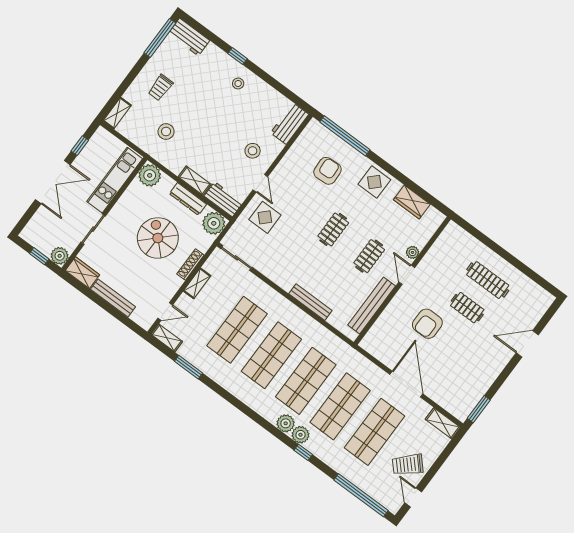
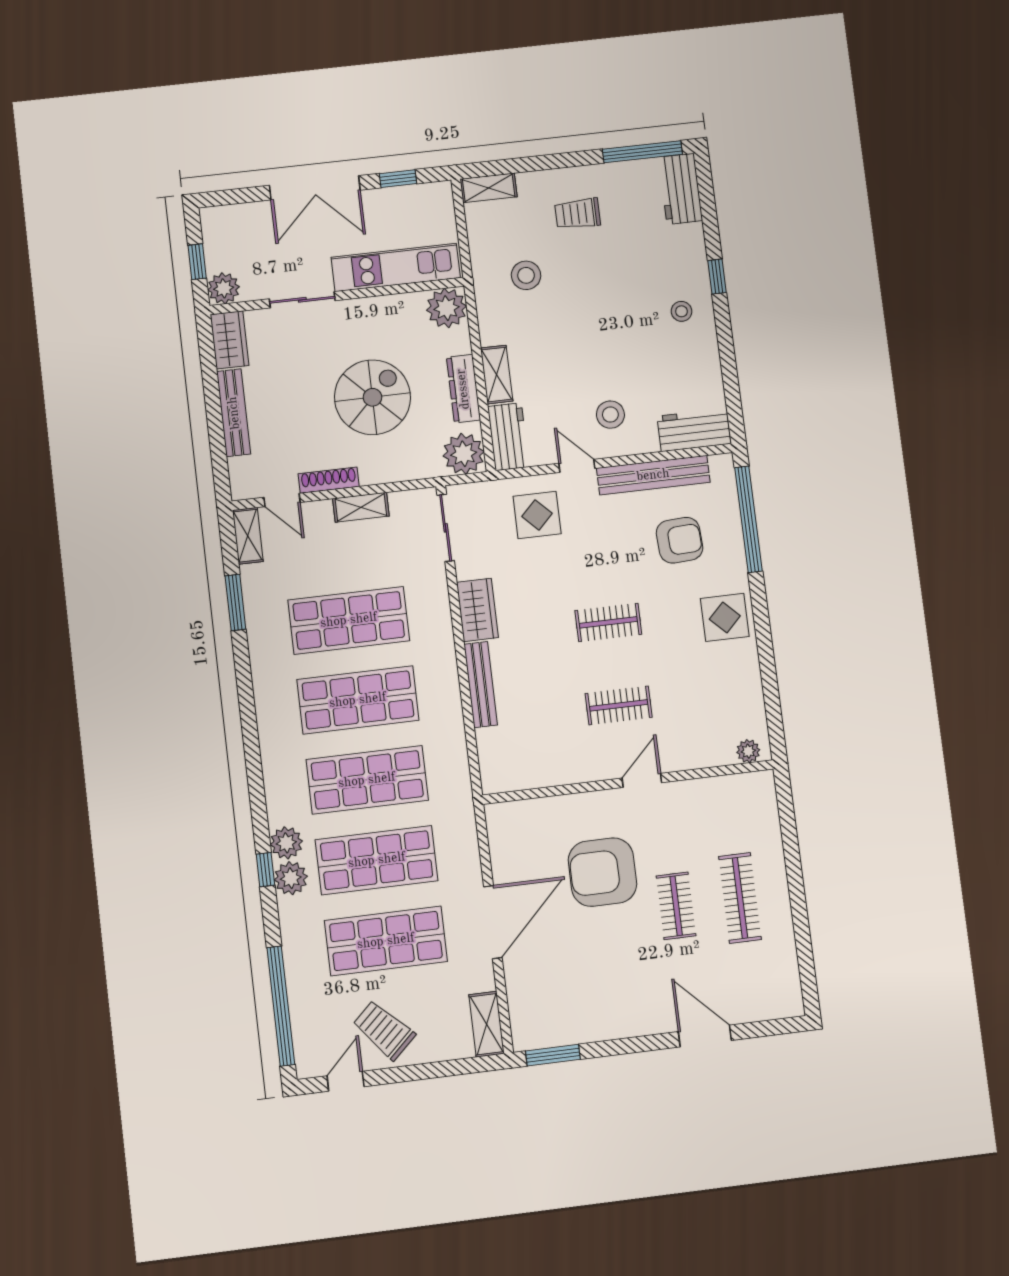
door: (260, 183) -> (577, 466), swing flipped
wardrobe: (412, 202) -> (477, 610), moved, turned 180
plant: (413, 252) -> (748, 751), moved
shoe rack: (190, 264) -> (329, 480), moved
bench: (372, 306) -> (653, 475), moved
armchair: (427, 324) -> (602, 872), width x1.36, depth x1.36
plant: (286, 423) -> (291, 878), moved

